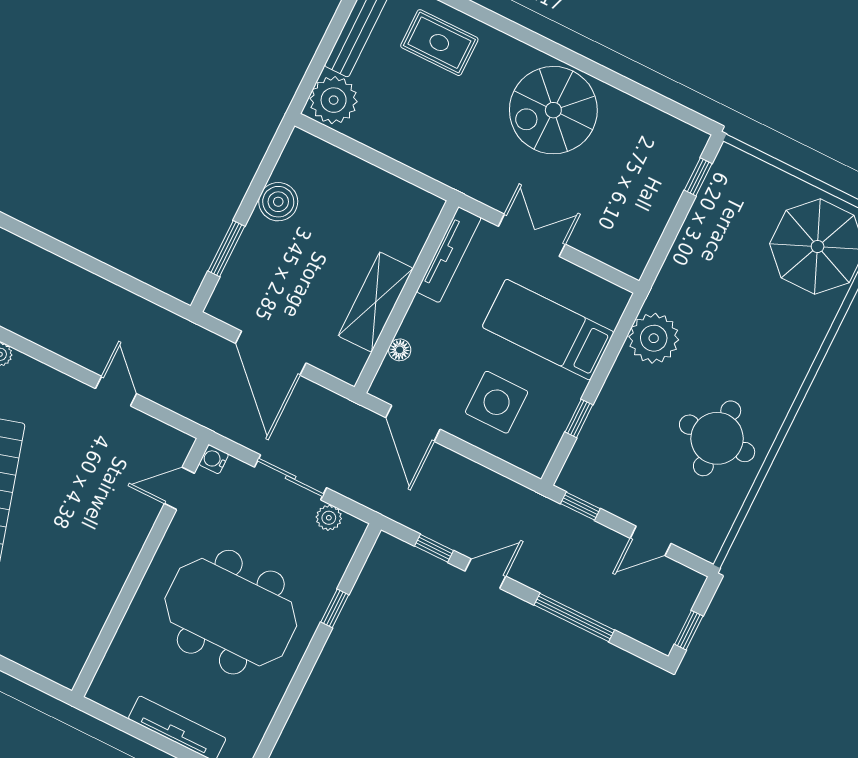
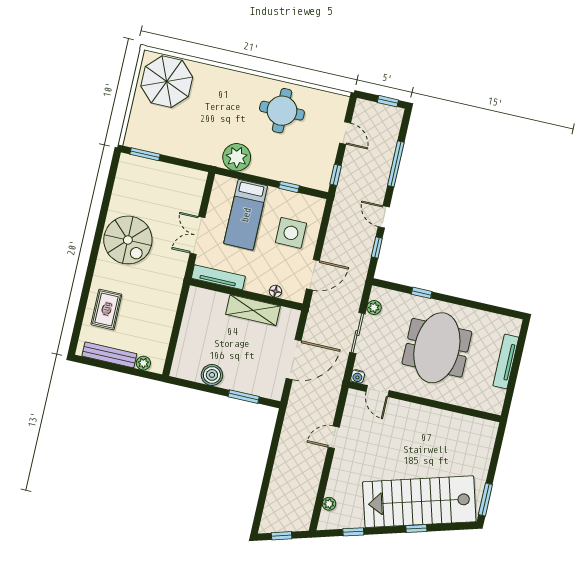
plant: (334, 100) -> (143, 363), width x0.53, depth x0.53
window: (698, 177) -> (145, 154), width x1.50

